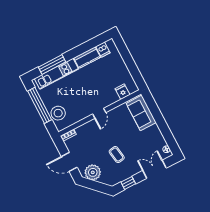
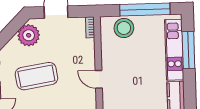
coffee table: (117, 155) -> (36, 76), width x1.86, depth x1.72

